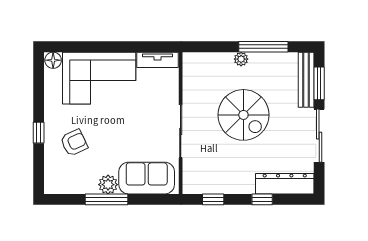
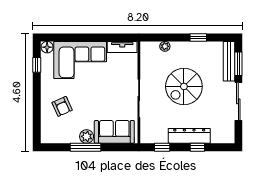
window: (263, 47) -> (198, 37), width x0.46
plant: (241, 59) -> (165, 46), moved
spiral stairs: (243, 115) -> (184, 86), turned 90
window: (39, 133) -> (37, 65), moved
armchair: (74, 143) -> (62, 106), turned 91
dresser: (285, 184) -> (189, 136), moved

